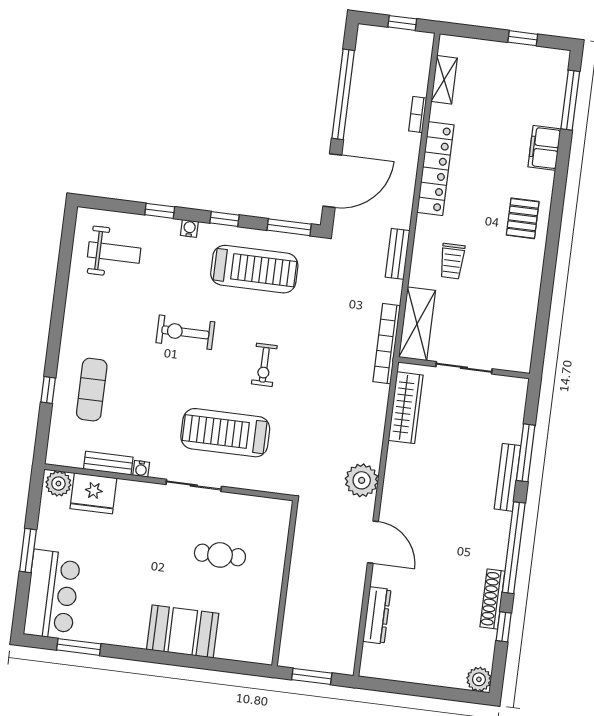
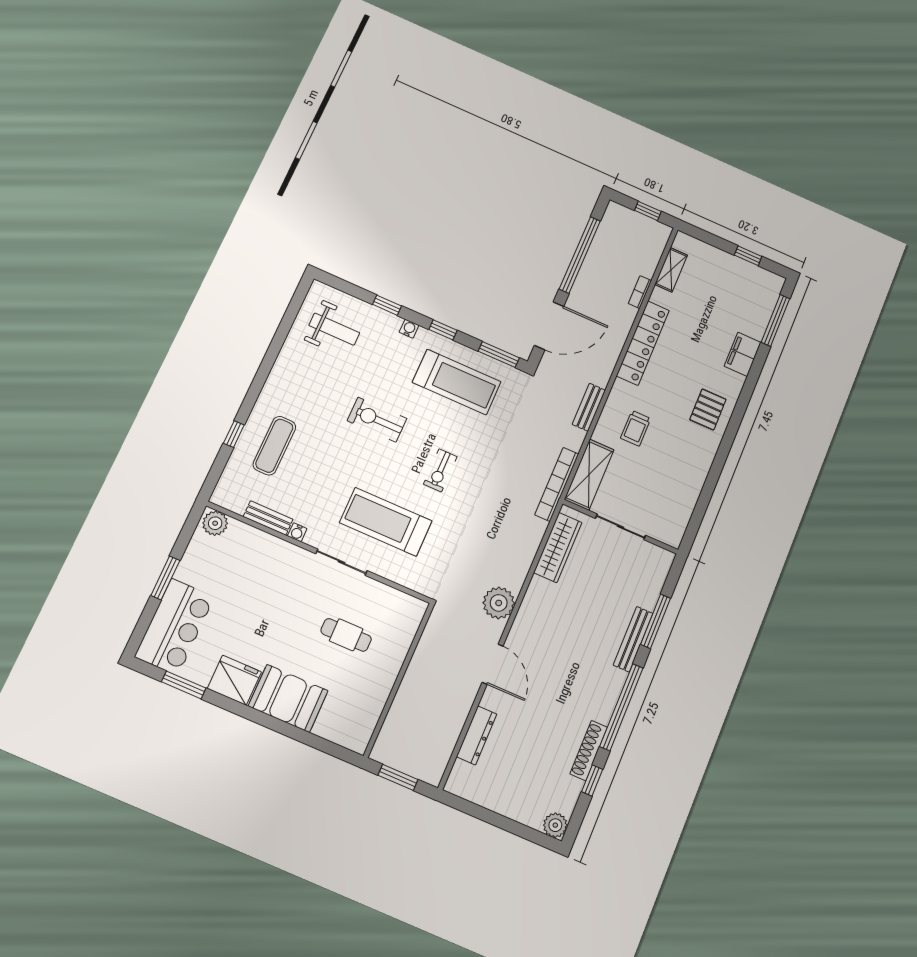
fridge: (93, 493) -> (234, 680), moved, turned 180

